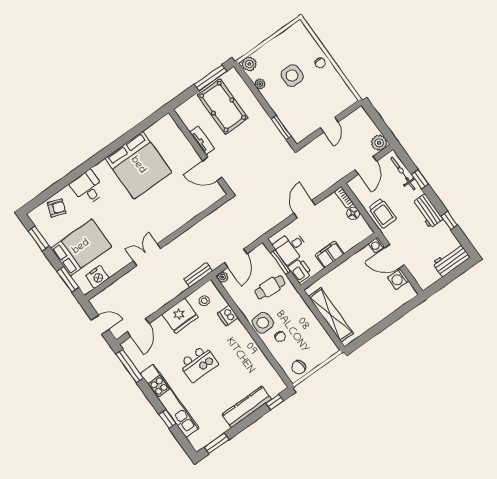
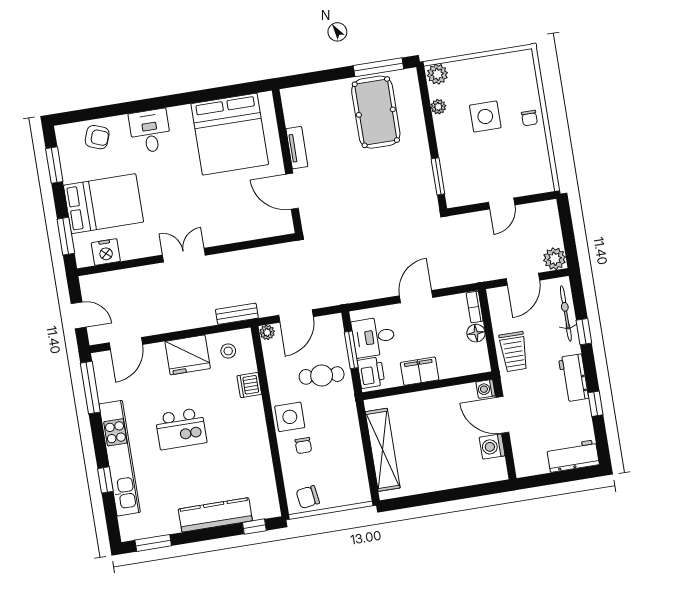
tv unit: (202, 140) -> (297, 148), moved
wall: (200, 152) -> (287, 161), moved
door: (212, 169) -> (292, 191), moved

